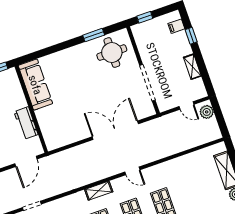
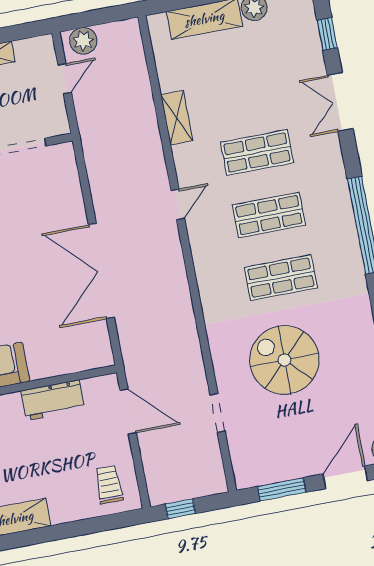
double door: (115, 130) -> (101, 271), moved
shelving: (99, 191) -> (177, 118), moved

